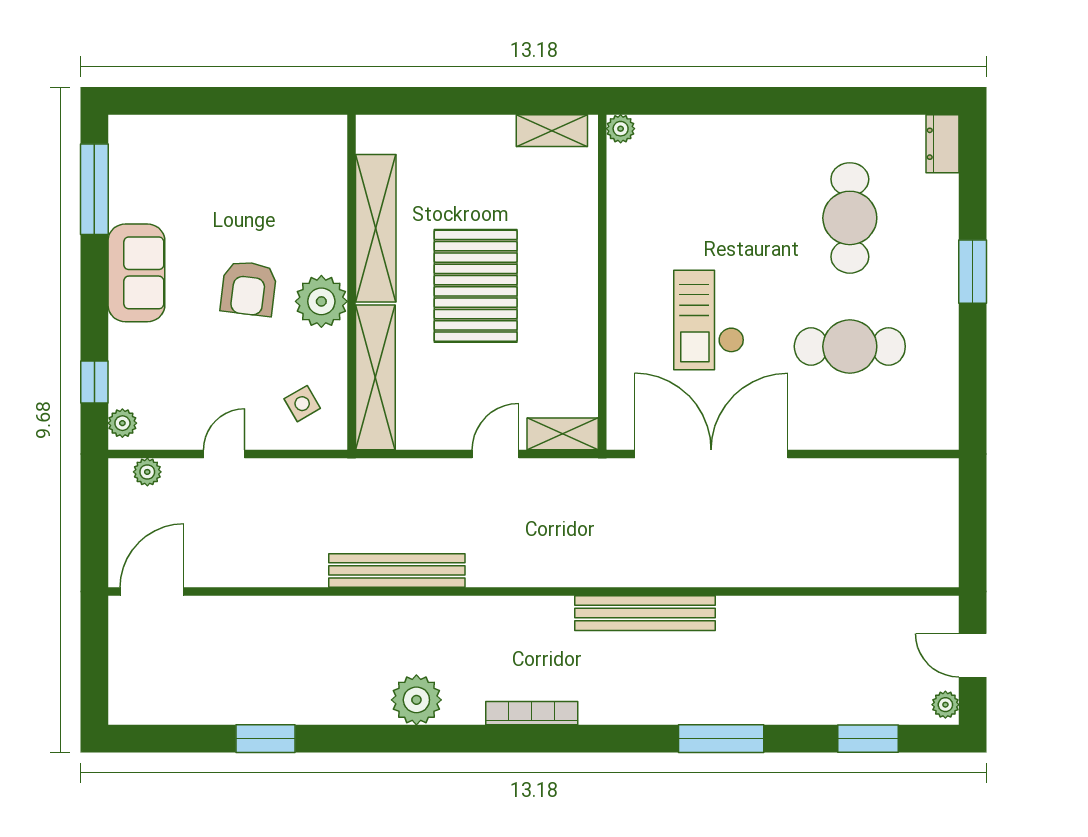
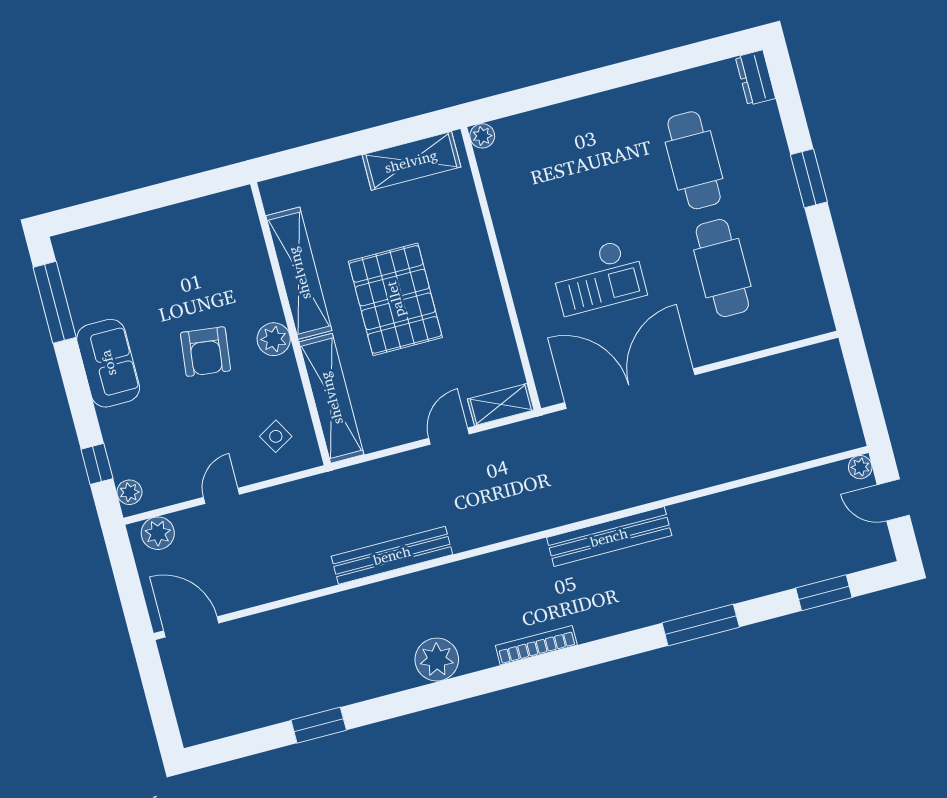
shelving: (552, 131) -> (411, 161), width x1.50, depth x1.33
plant: (321, 301) -> (274, 339), width x0.73, depth x0.73
checkout: (709, 320) -> (598, 277), turned -90
cafe table: (850, 346) -> (722, 268), turned 90
plant: (147, 472) -> (158, 533), width x1.38, depth x1.38
door: (152, 591) -> (191, 627), hinge flipped
plant: (945, 705) -> (860, 467), moved

